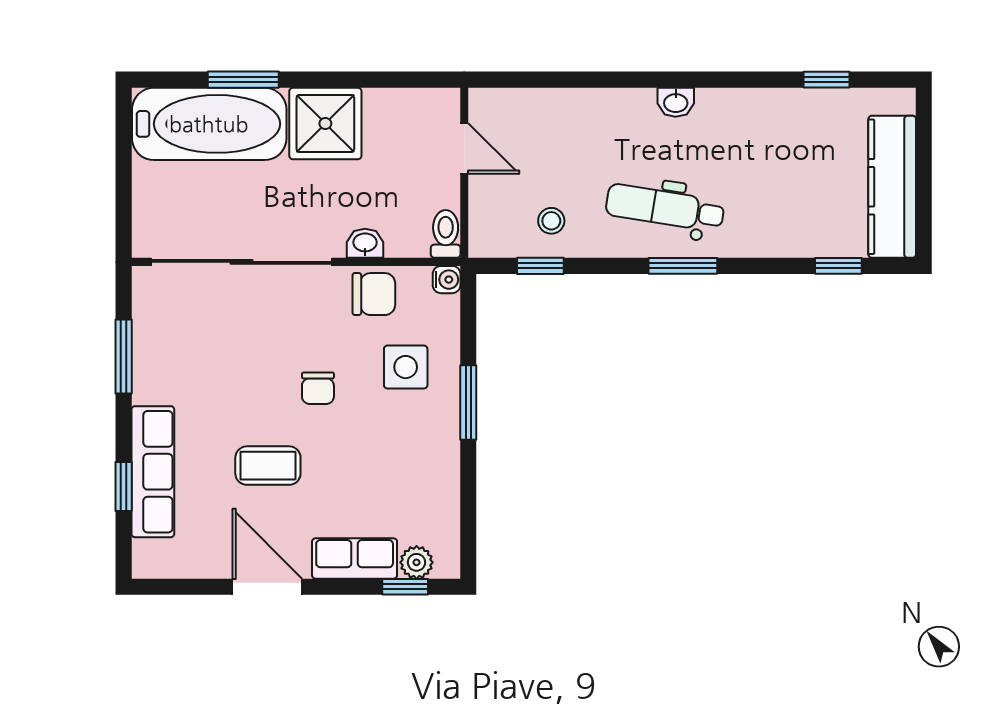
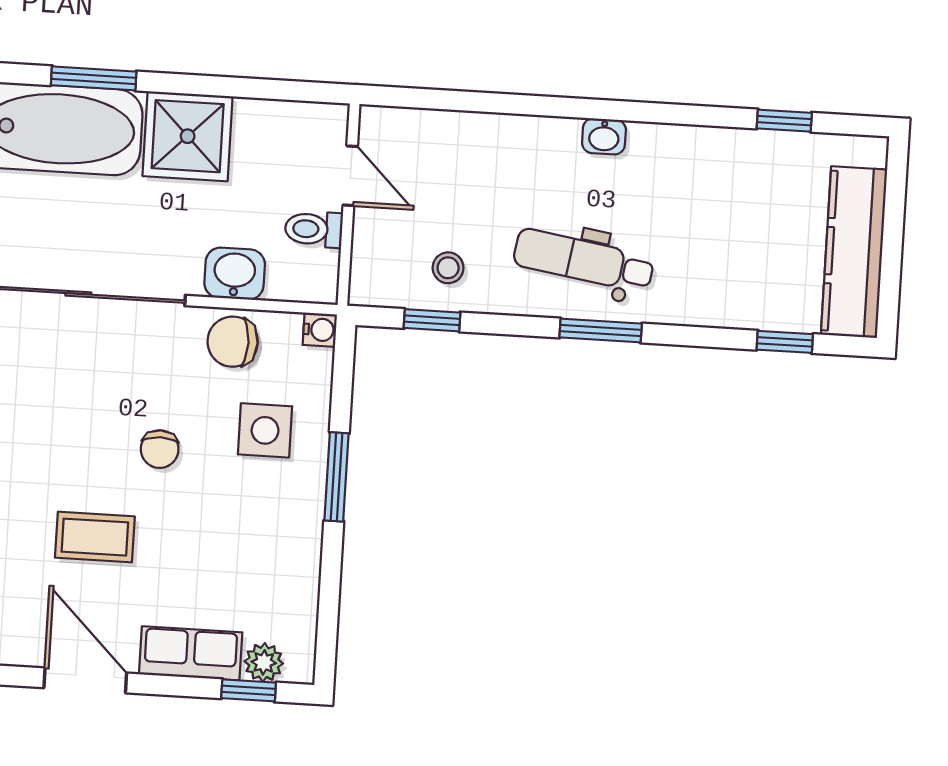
toilet: (446, 234) -> (314, 229), moved, turned -90
washbasin: (365, 243) -> (235, 274), width x1.38, depth x1.45
chair: (374, 294) -> (233, 342), turned 180

